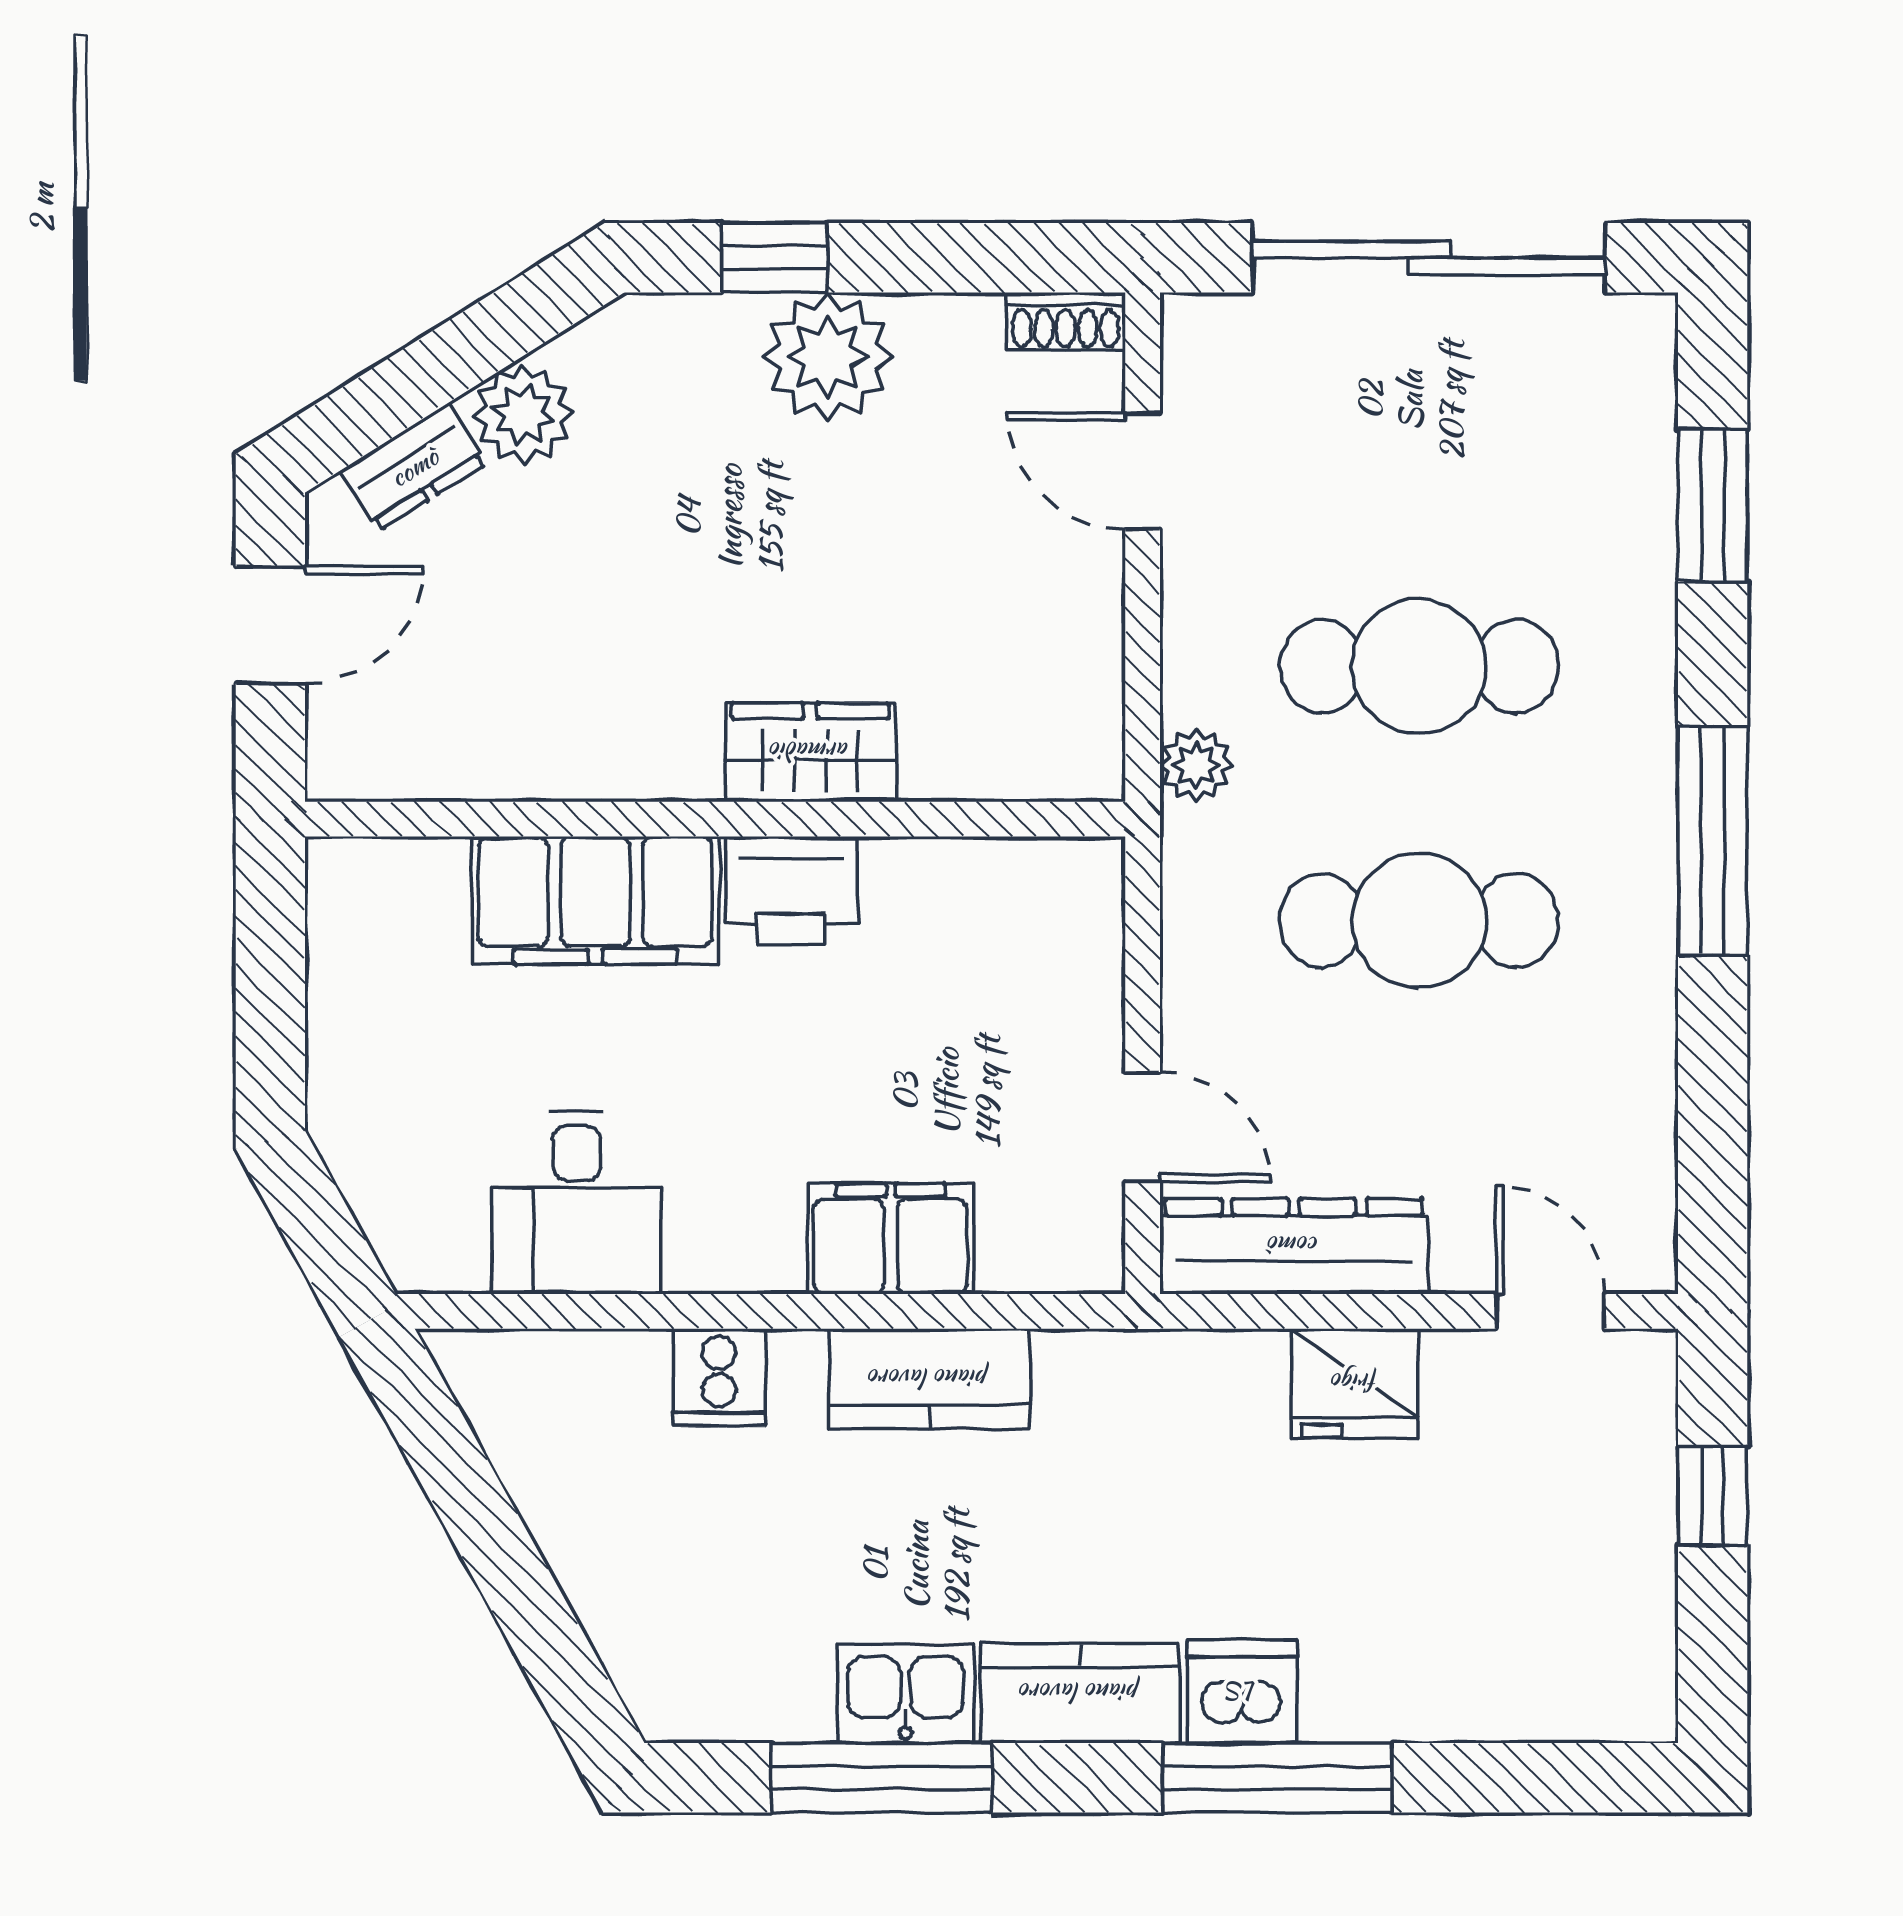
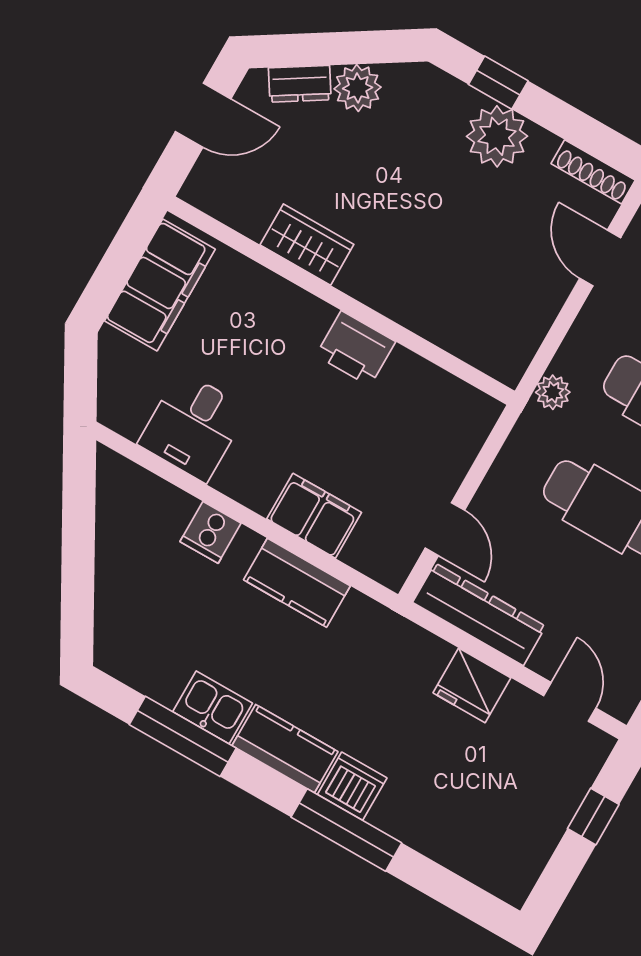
shoe rack: (1066, 321) -> (593, 172), width x1.43
wardrobe: (810, 752) -> (307, 245), moved
filing cabinet: (595, 900) -> (160, 285), moved, turned -90

